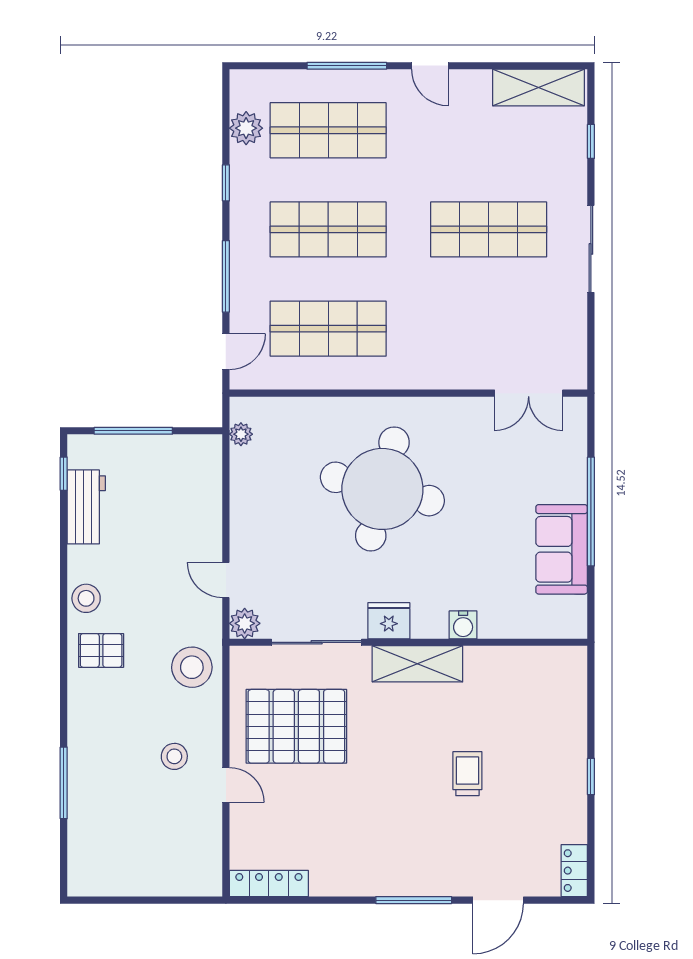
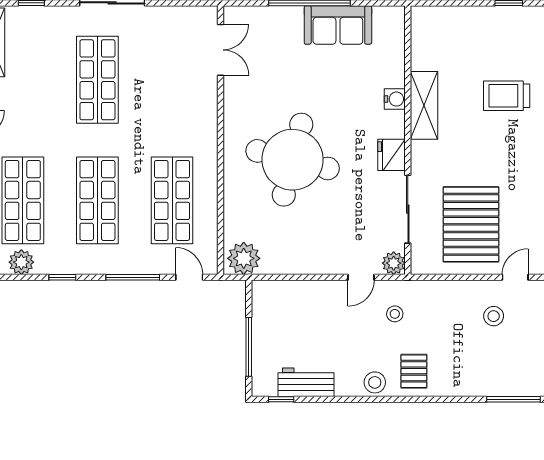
plant: (241, 434) -> (244, 258), width x1.88, depth x1.88
shelving: (417, 664) -> (424, 105), moved
stool: (192, 667) -> (395, 314), moved, width x0.53, depth x0.53
trolley: (467, 774) -> (507, 96), width x1.36, depth x1.39

